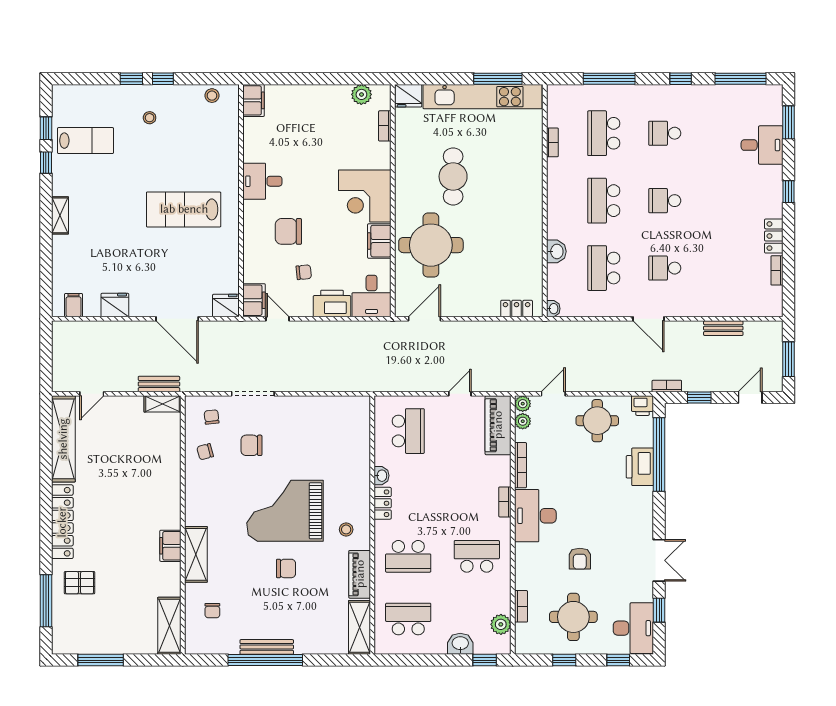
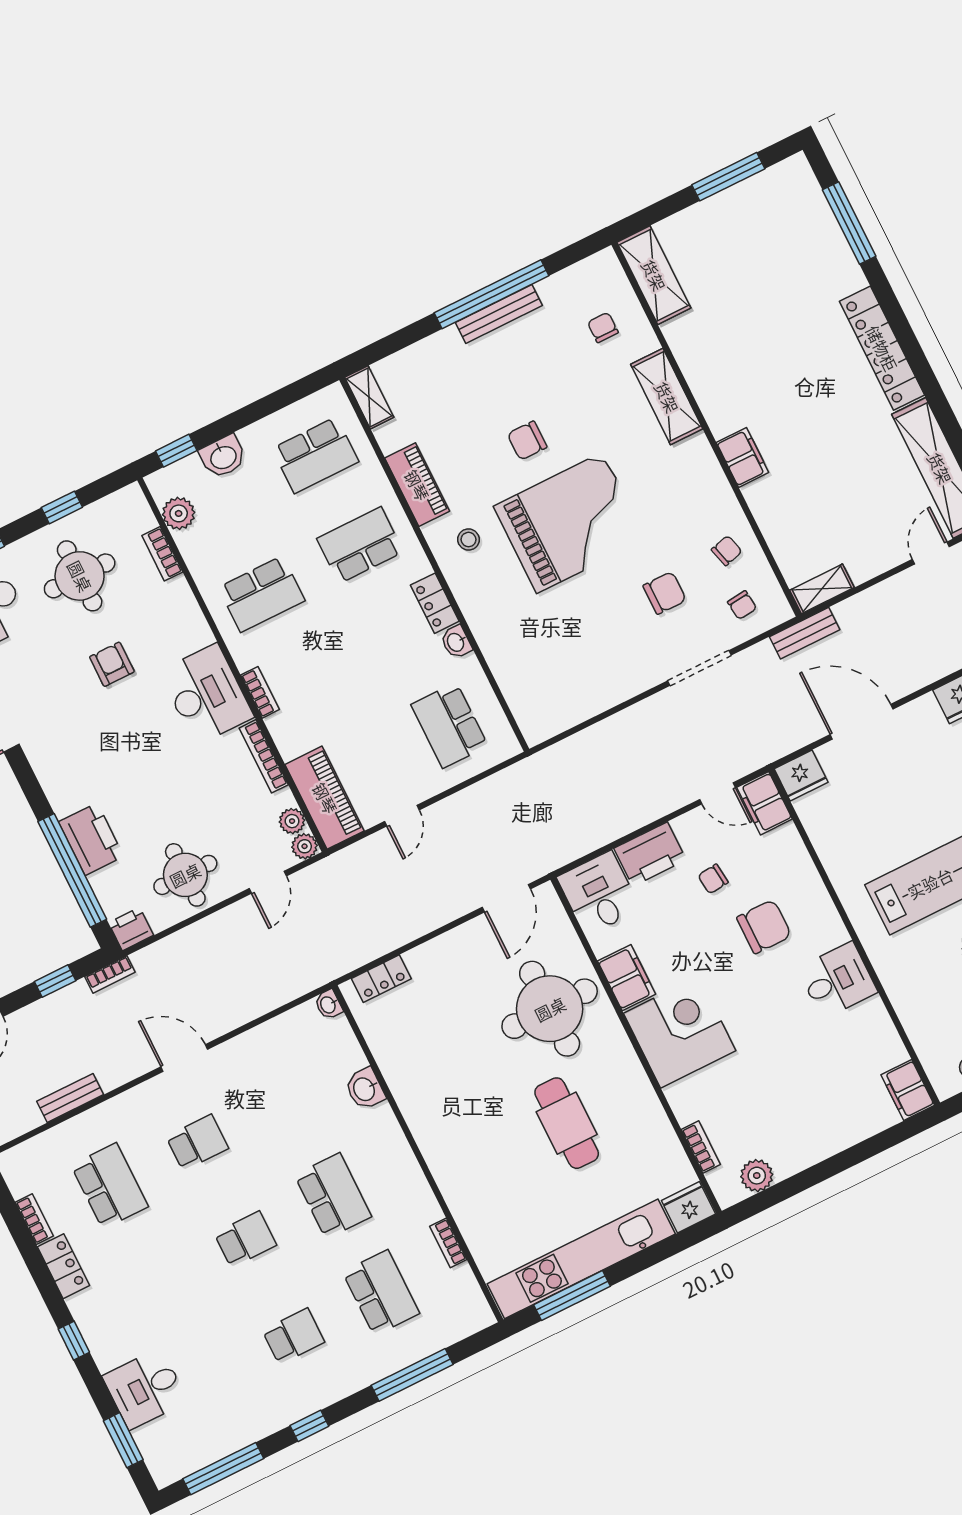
school desk: (604, 268) -> (110, 1186), moved
bench: (159, 384) -> (805, 633), moved
filing cabinet: (170, 546) -> (742, 457), moved
pallet: (80, 583) -> (814, 273), removed
shelving: (359, 627) -> (369, 397), width x0.67, depth x0.75

